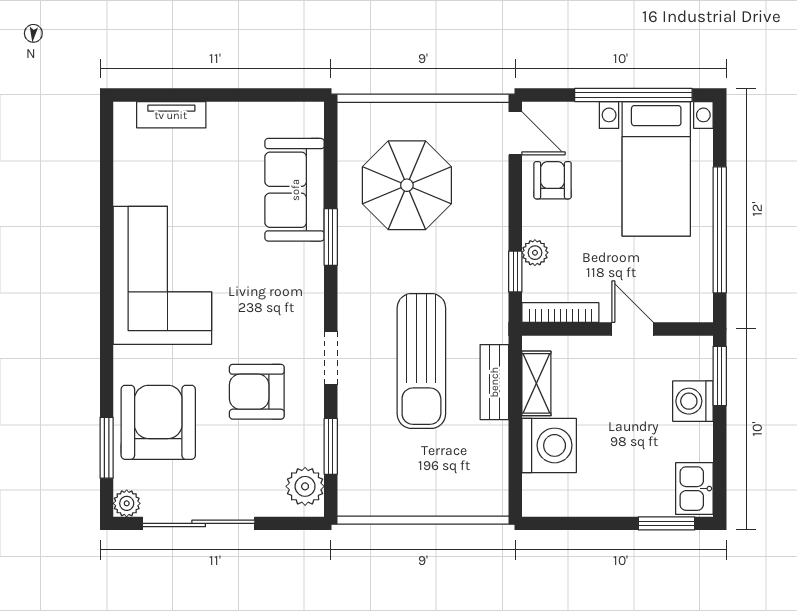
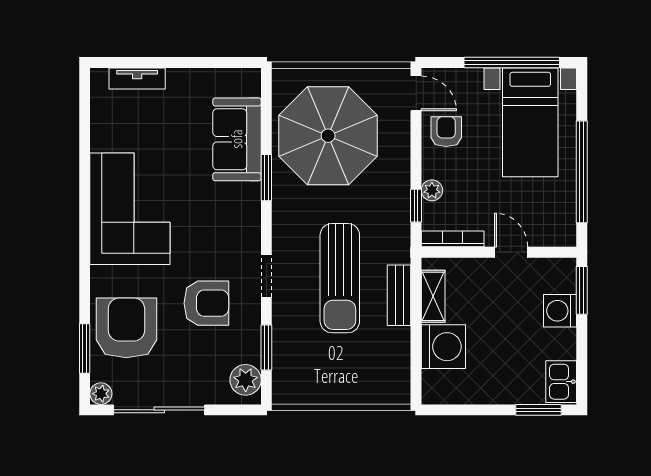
parasol: (407, 185) -> (328, 136), width x1.36, depth x1.36
armchair: (257, 392) -> (206, 303), turned 180

